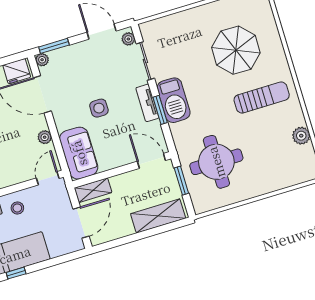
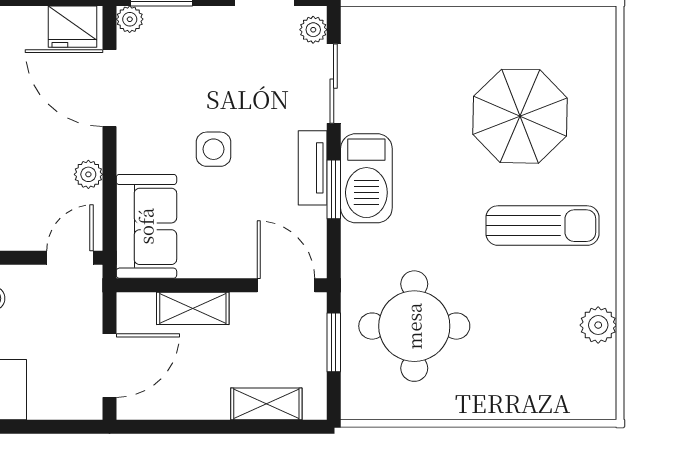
shelving: (93, 190) -> (193, 308), moved
shelving: (158, 216) -> (266, 404), width x0.67, depth x0.75

